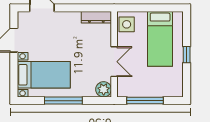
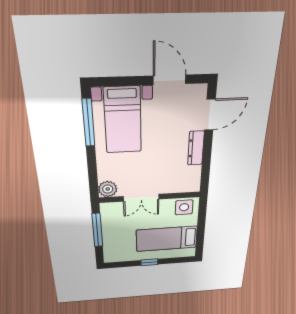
dresser: (96, 17) -> (196, 148), moved
window: (63, 101) -> (88, 123), moved

